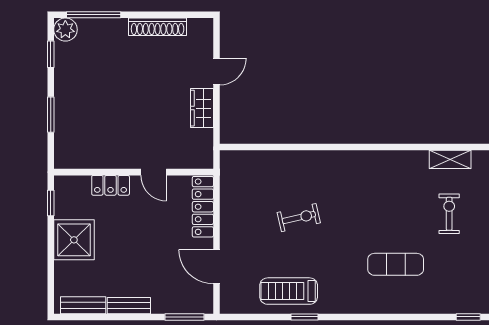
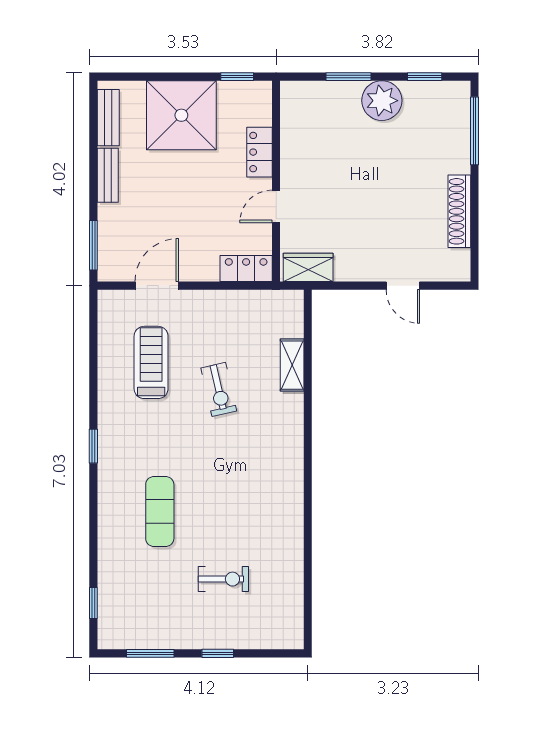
plant: (65, 30) -> (382, 101), moved, width x1.36, depth x1.36
wardrobe: (202, 108) -> (308, 267), moved
shelving: (450, 159) -> (292, 365), moved
locker: (203, 207) -> (246, 269), width x0.66
shower: (74, 240) -> (181, 115), width x1.37, depth x1.37
treadmill: (289, 291) -> (151, 362), moved
window: (304, 317) -> (93, 446), moved

